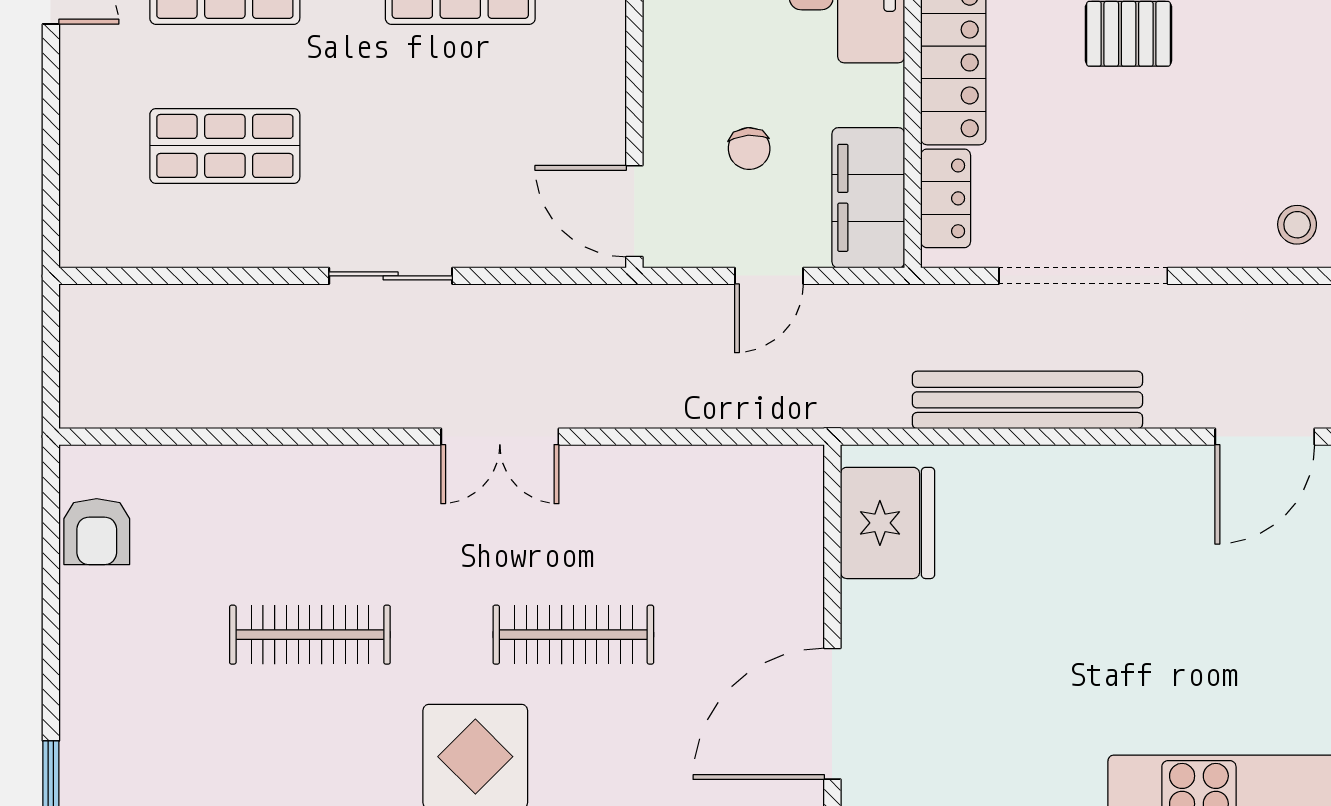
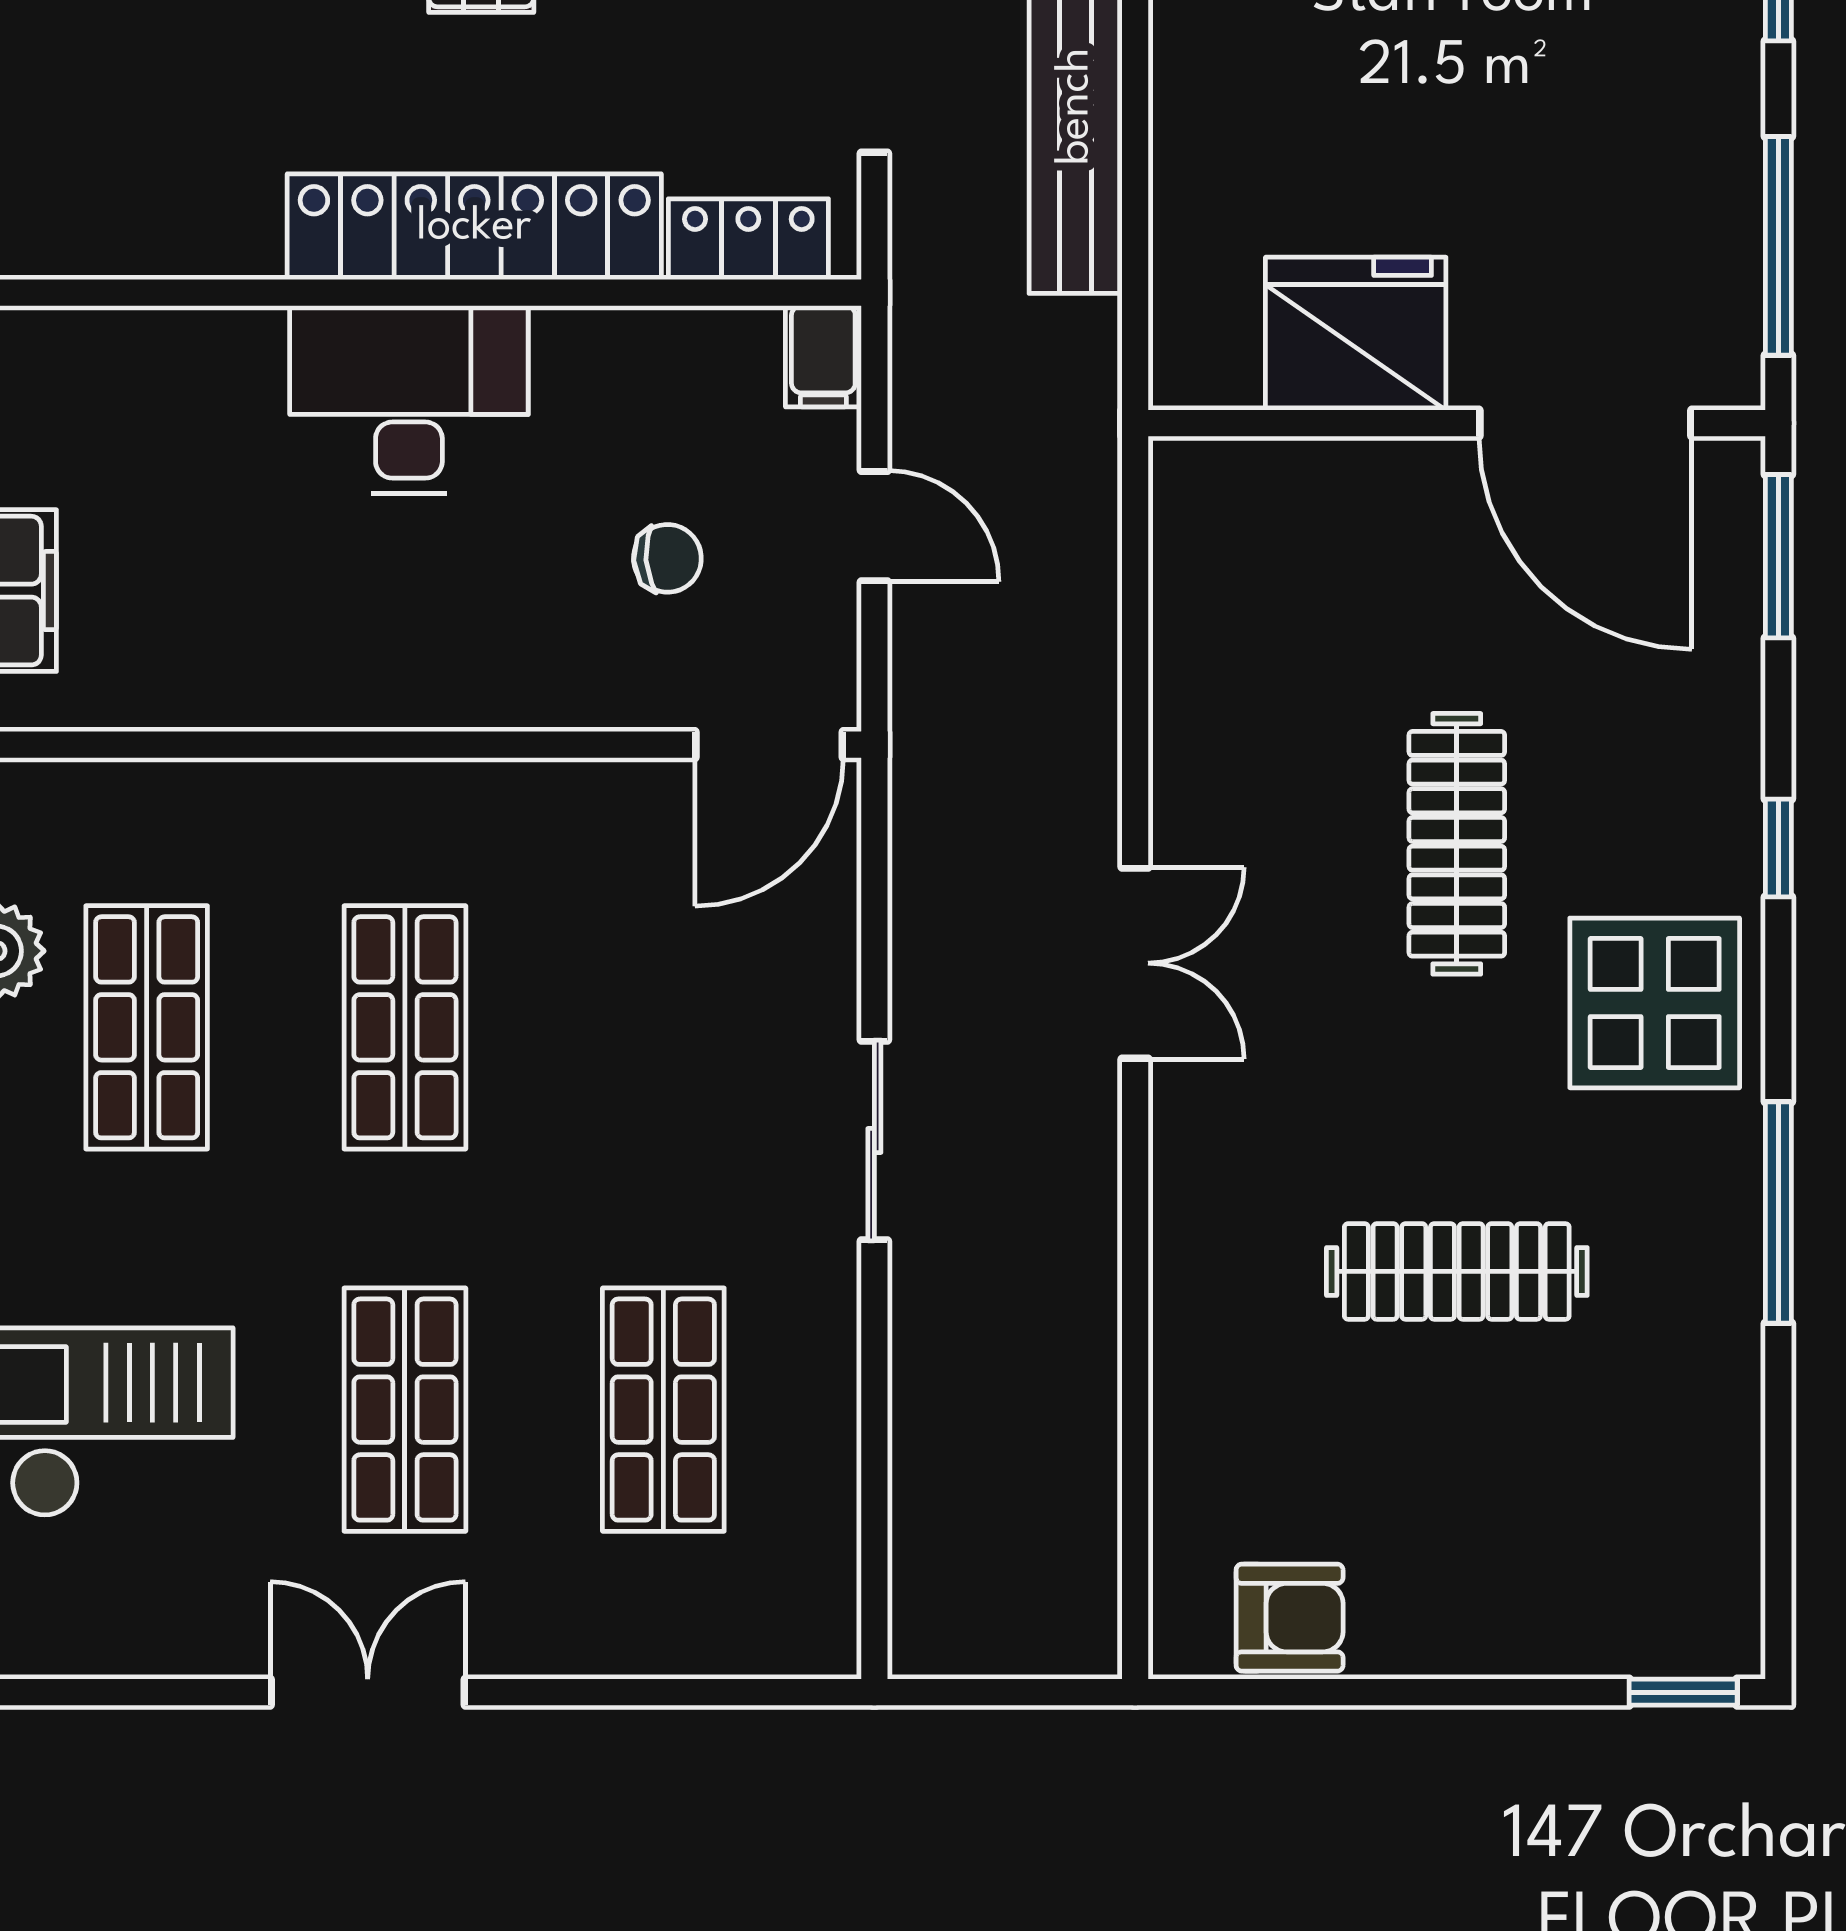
filing cabinet: (868, 198) -> (823, 356), width x0.33, depth x0.86
fridge: (888, 523) -> (1356, 334), moved
clothes rail: (310, 635) -> (1457, 1271), turned 90

